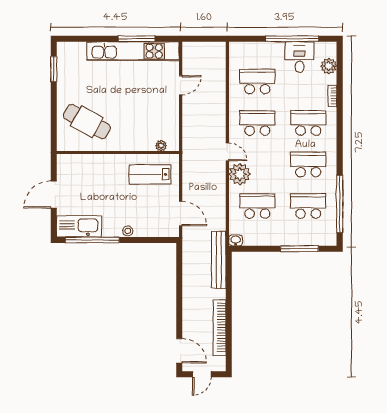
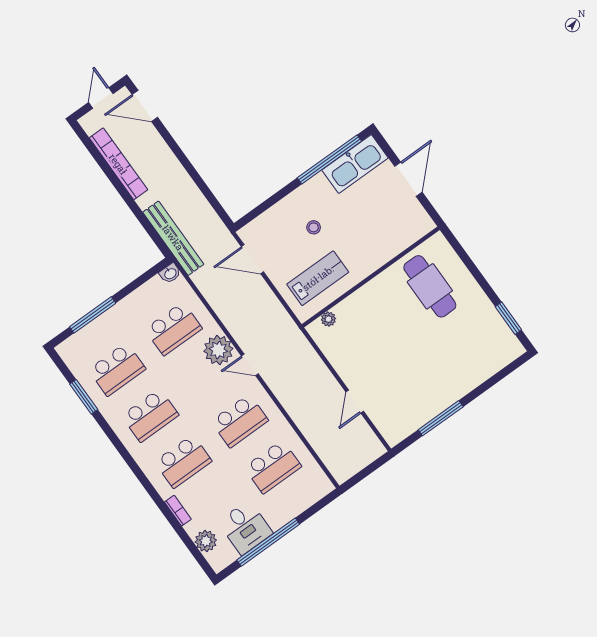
kitchen unit: (133, 51) -> (435, 401), removed
cafe table: (87, 122) -> (430, 286), turned 61
window: (340, 204) -> (84, 397), width x0.47
stool: (128, 231) -> (314, 227), moved

